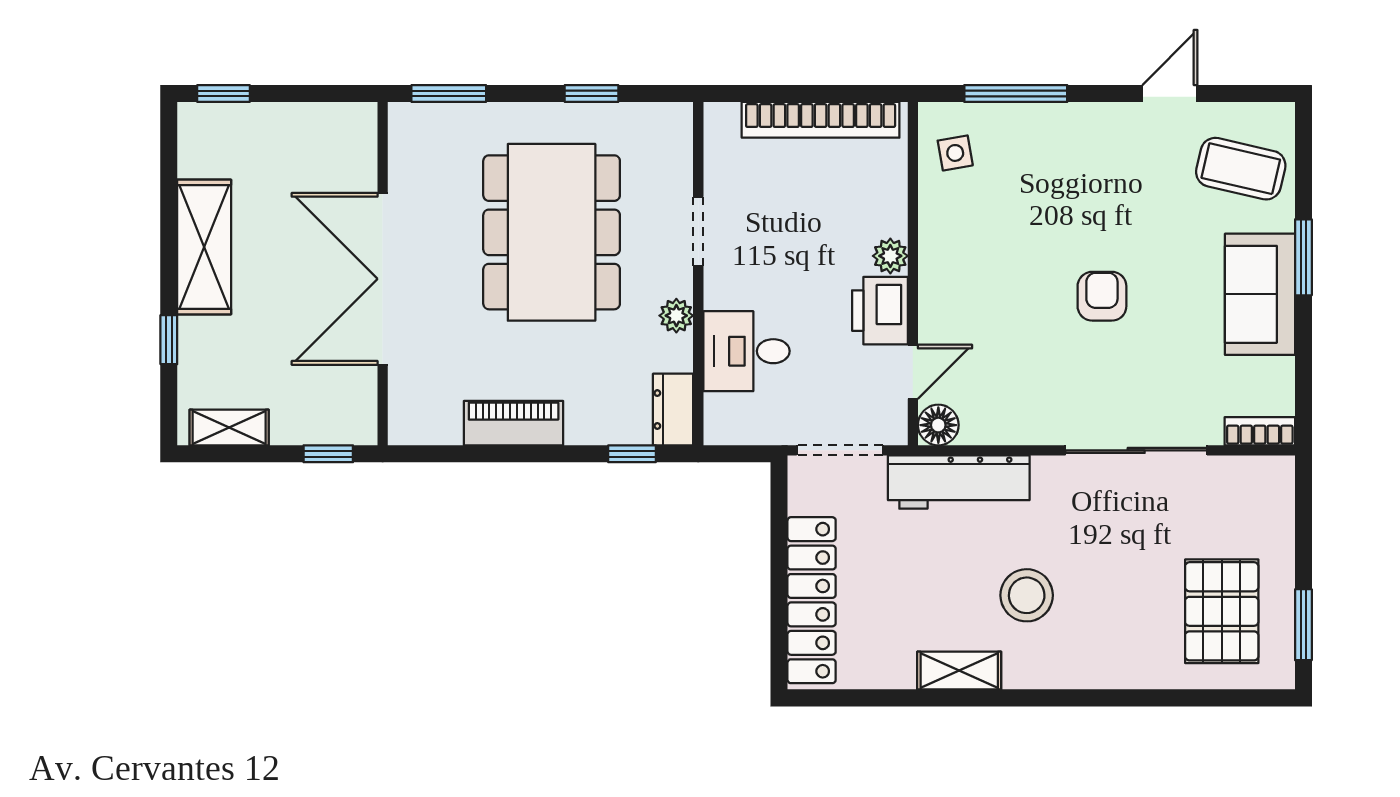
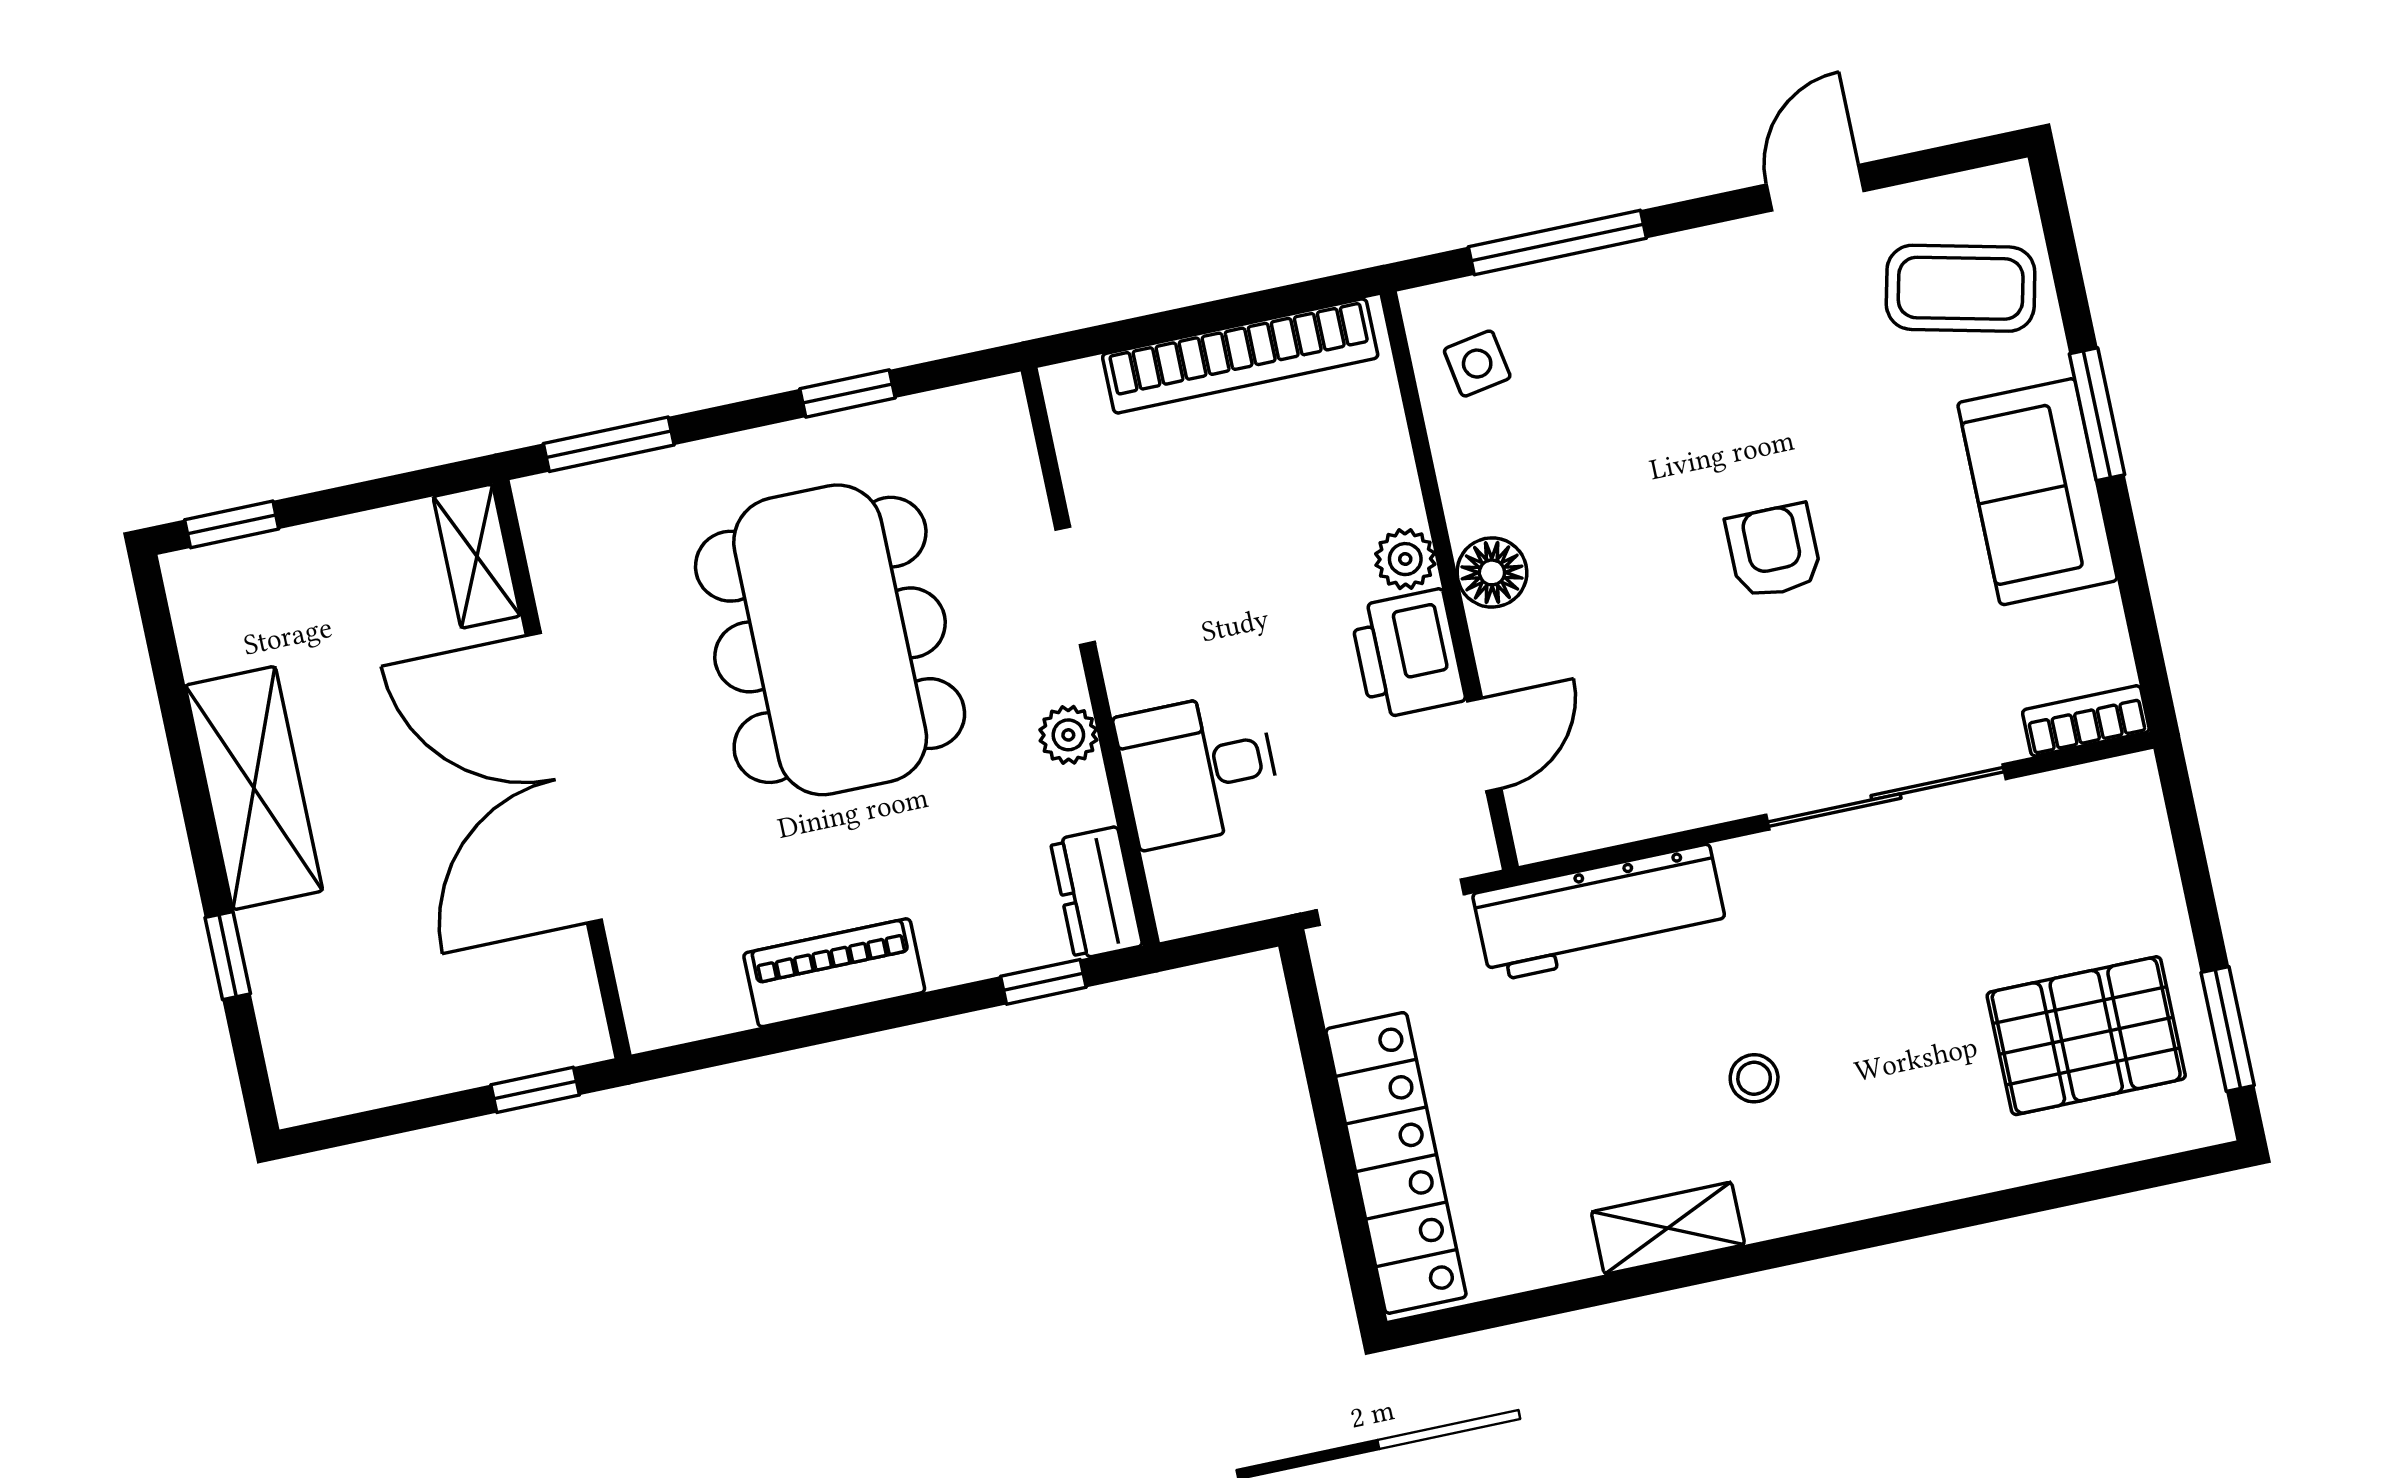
floor lamp: (938, 425) -> (1492, 572), moved
shelving: (229, 428) -> (477, 556), moved, turned 90
stool: (1027, 595) -> (1754, 1078), width x0.53, depth x0.53
pallet: (1222, 611) -> (2086, 1036), turned 90

